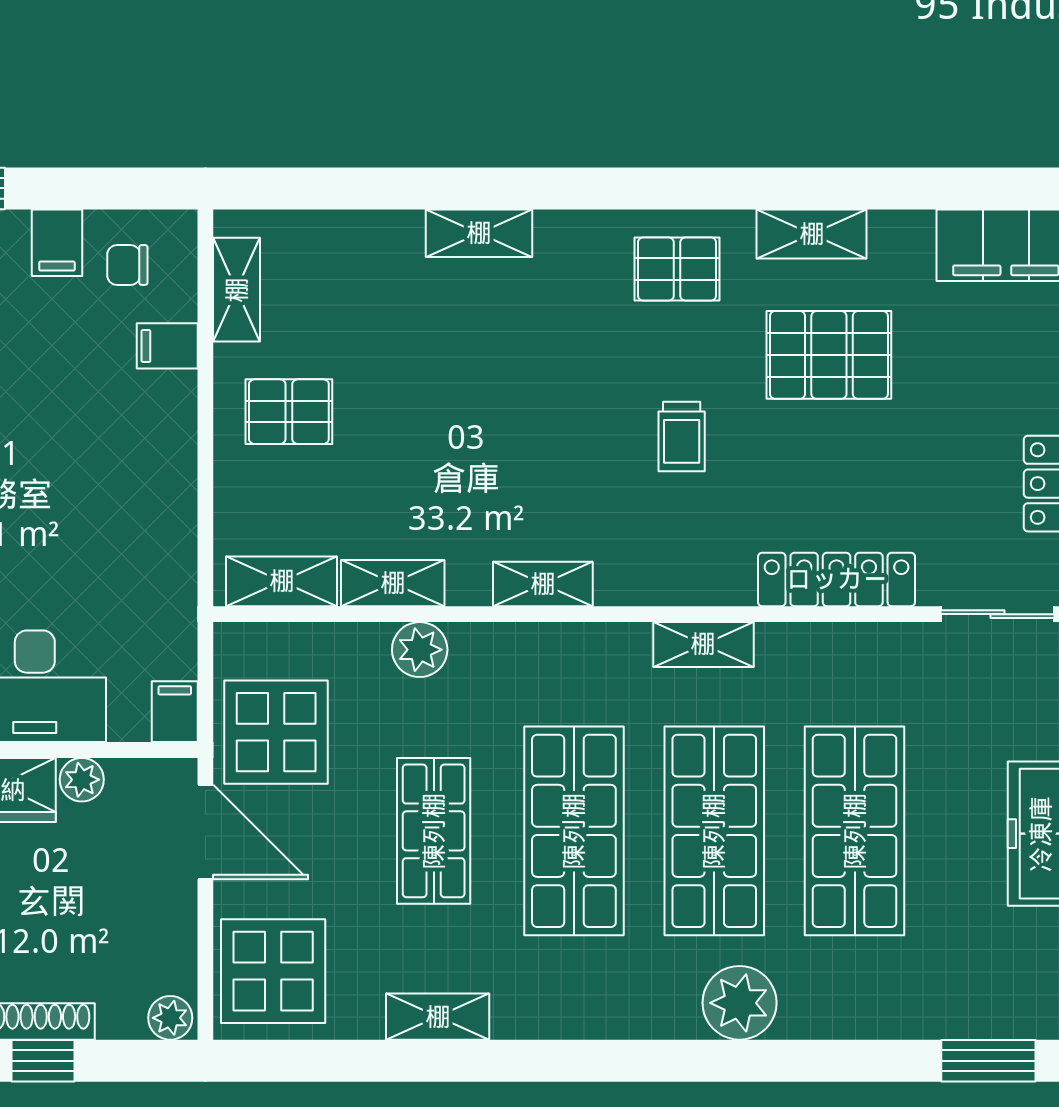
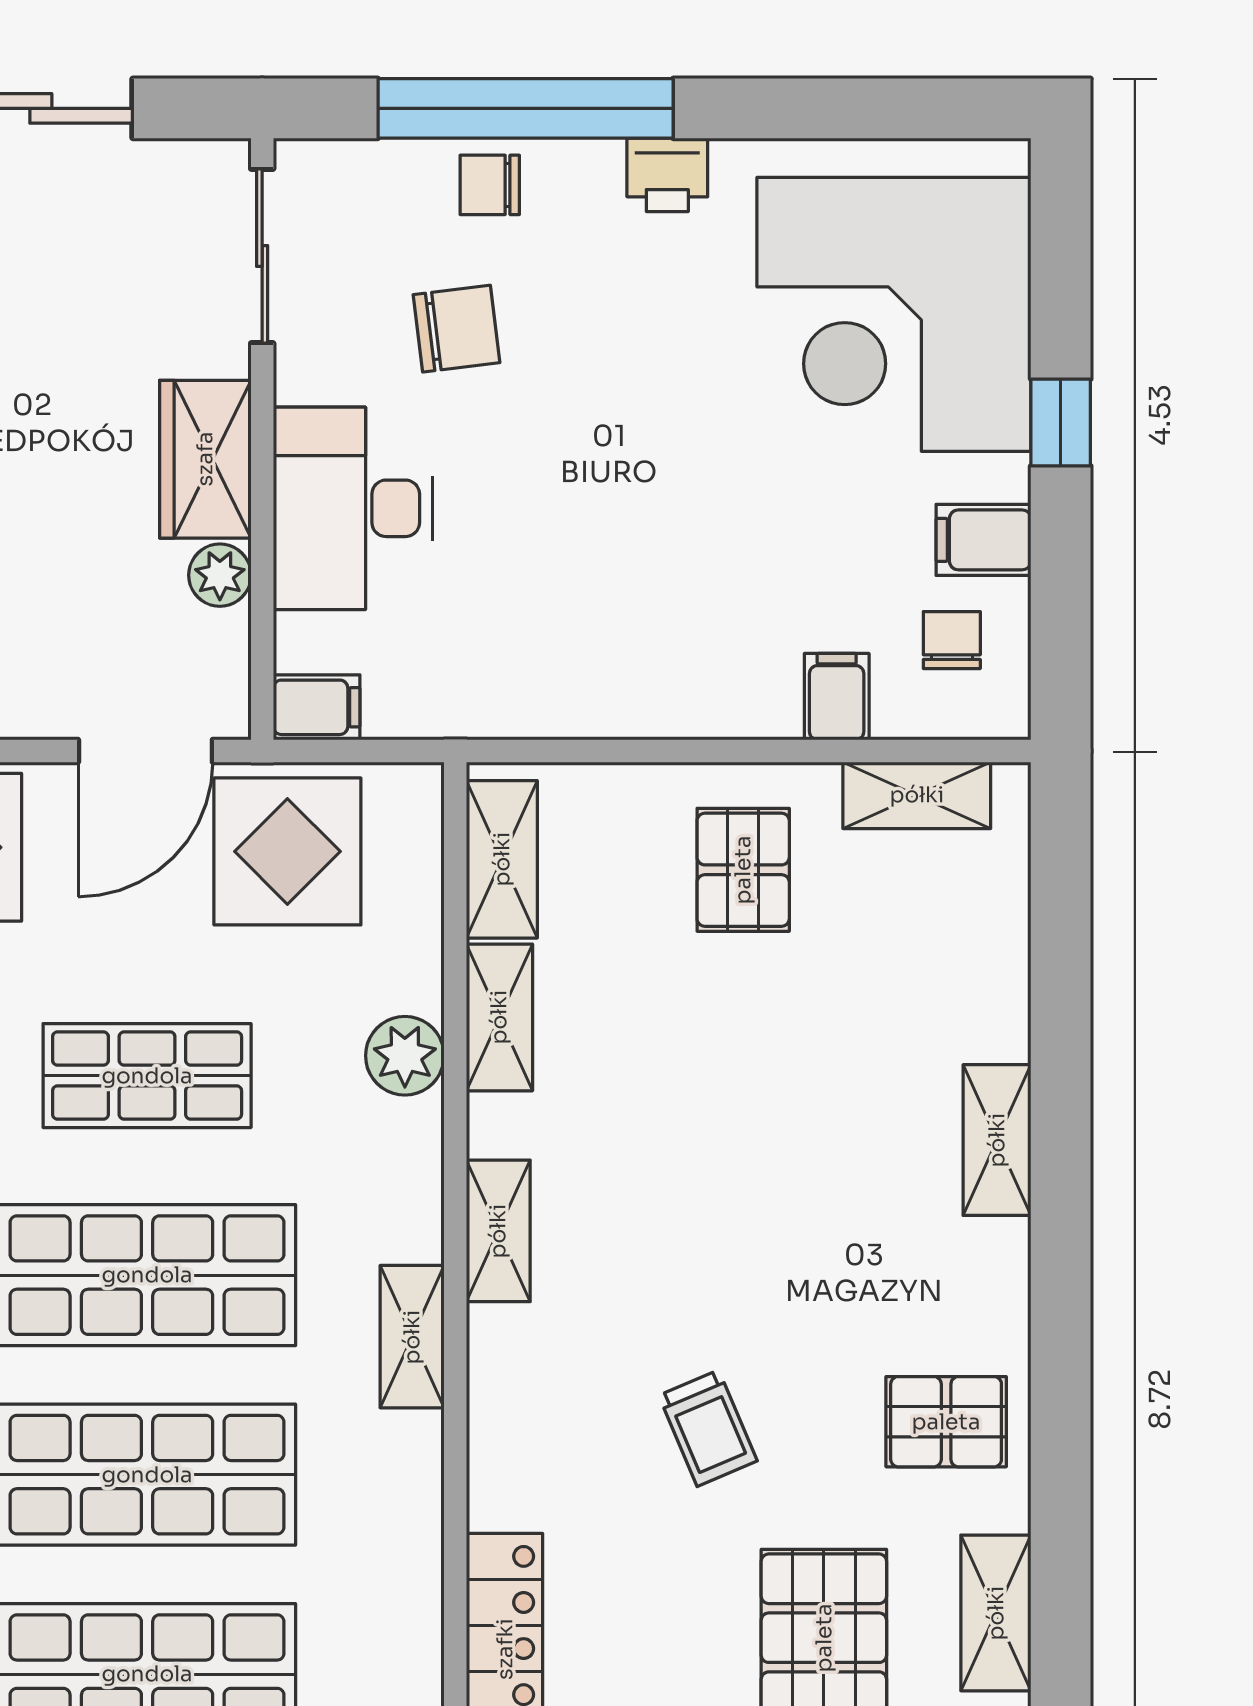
pallet: (677, 269) -> (946, 1422), turned 90
trolley: (682, 436) -> (708, 1428), turned -113
shelving: (703, 644) -> (412, 1337), moved

